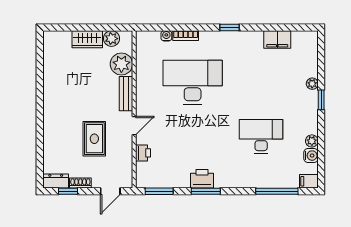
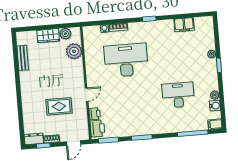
bench: (126, 94) -> (23, 58), moved
rug: (94, 139) -> (59, 106), turned 90
printer: (202, 179) -> (97, 128), moved, turned 90

